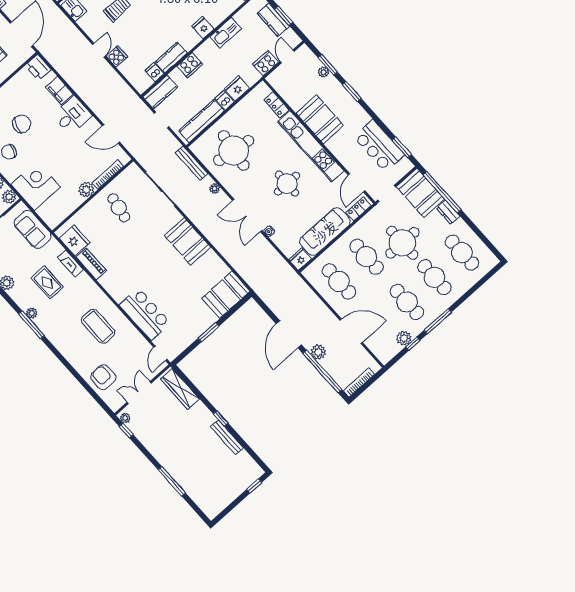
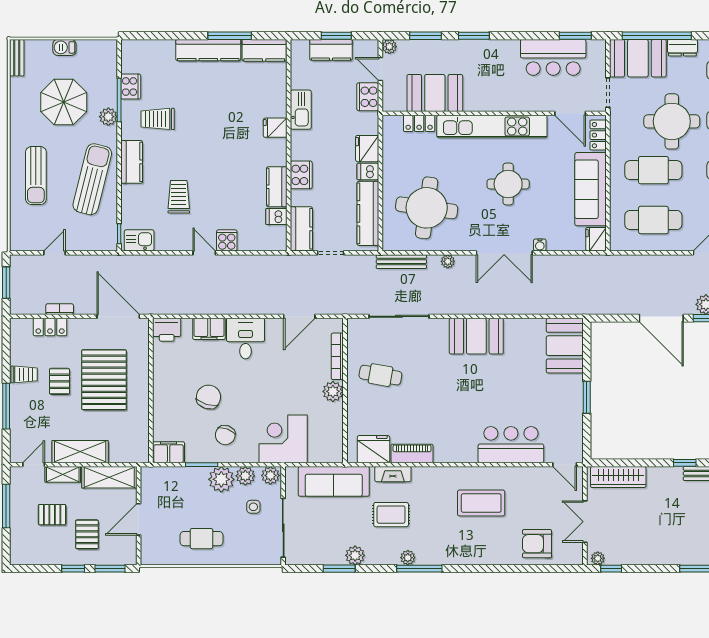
plant: (323, 72) -> (389, 47), moved
booth: (320, 119) -> (435, 93), moved
sofa: (33, 229) -> (334, 481), width x1.36

